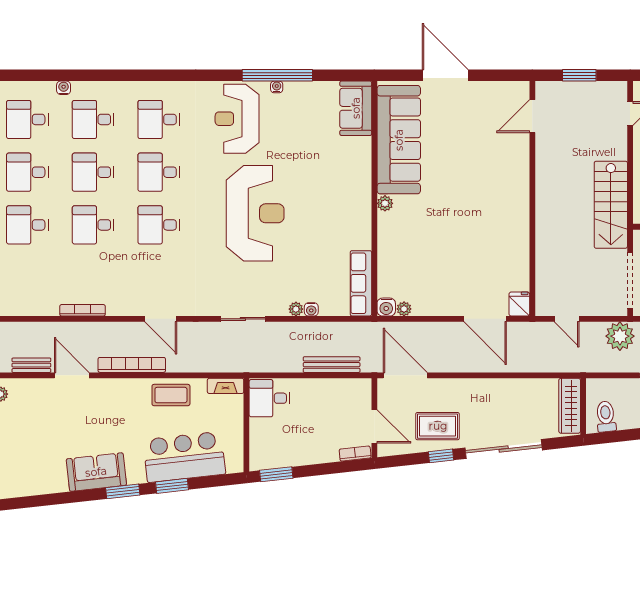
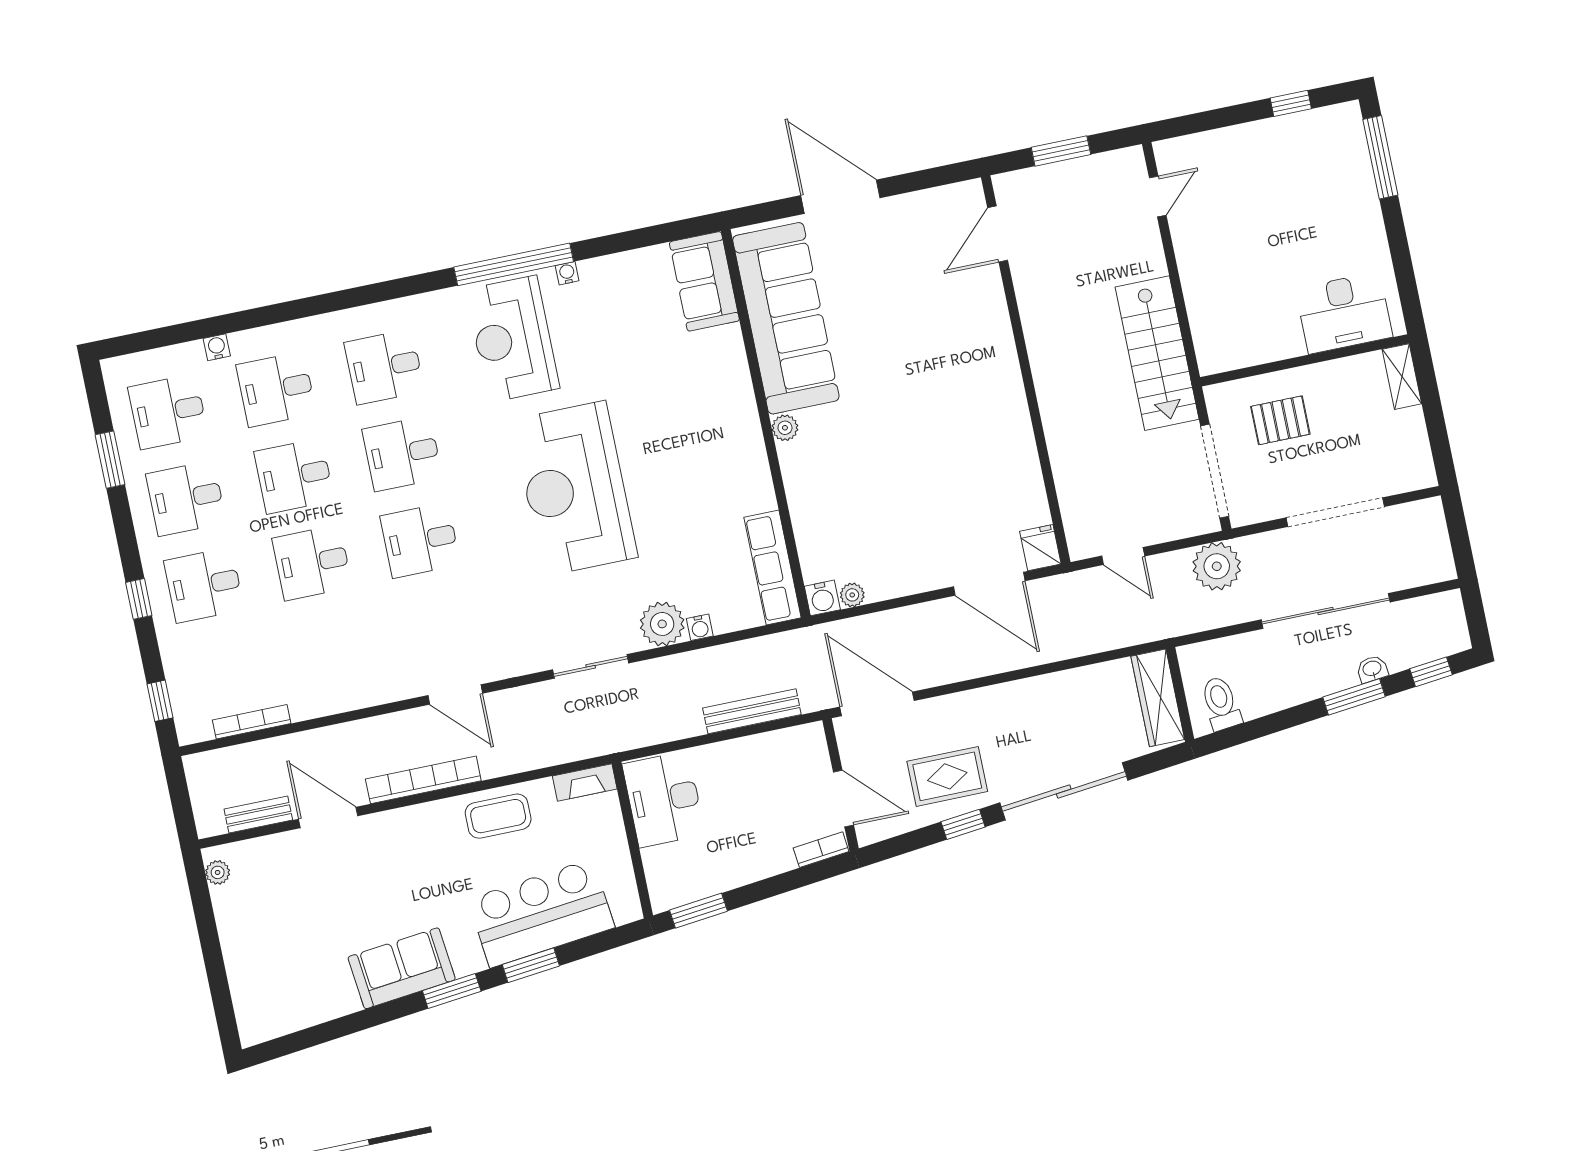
window: (277, 75) -> (514, 264), moved
reception desk: (255, 213) -> (575, 488), turned 180
plant: (296, 309) -> (662, 624), width x1.88, depth x1.88
bookcase: (82, 310) -> (252, 722), moved
desk: (269, 398) -> (664, 799), width x1.37

